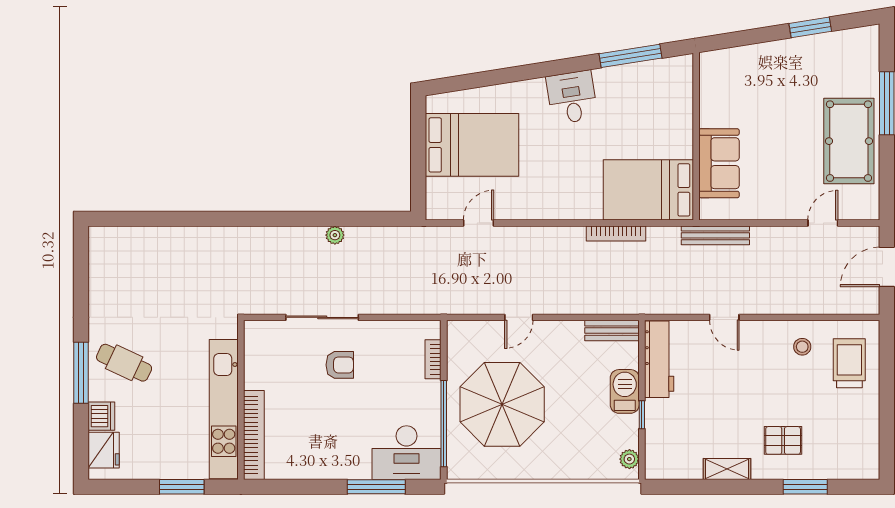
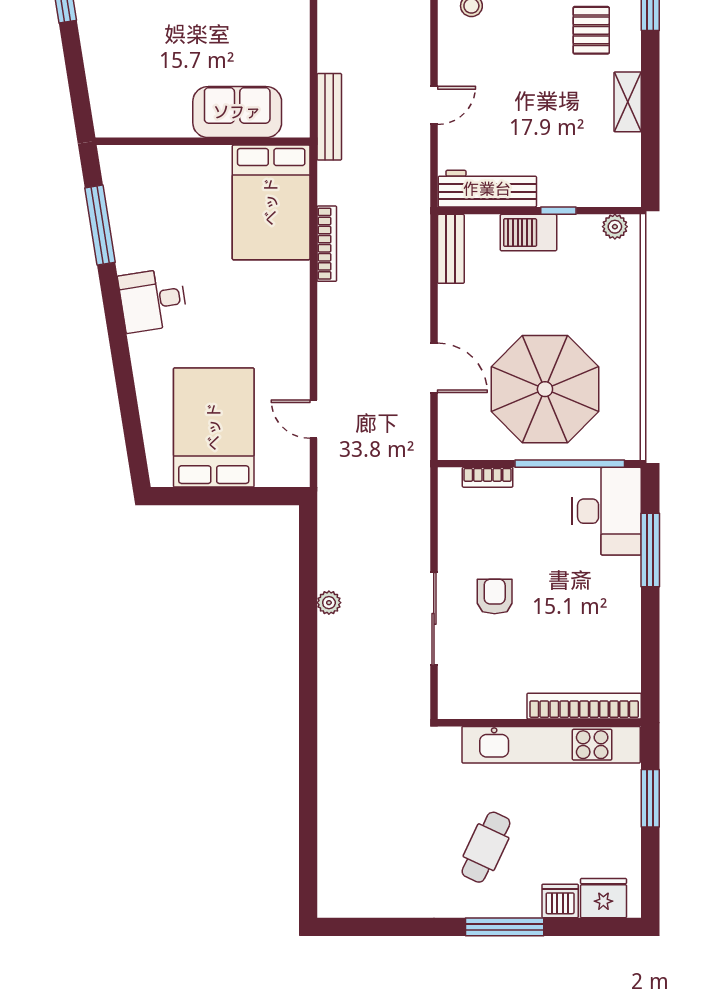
door: (519, 317) -> (434, 368), width x1.38
cafe table: (124, 363) -> (486, 847), moved

